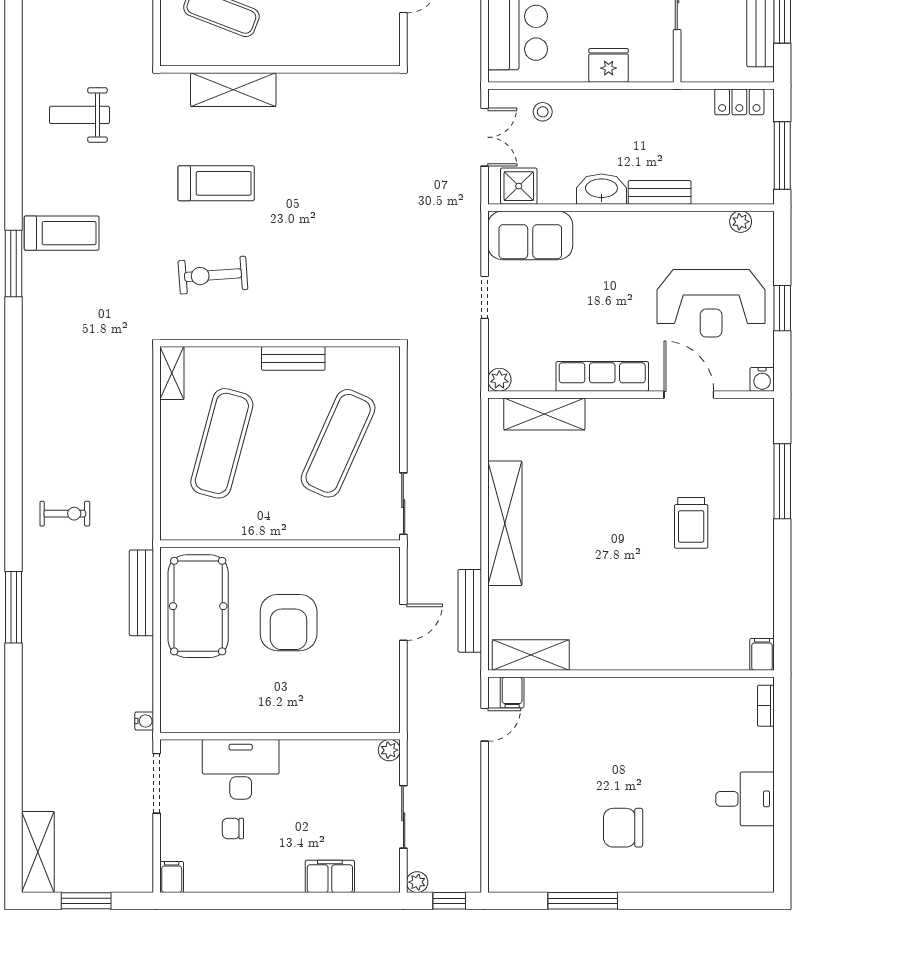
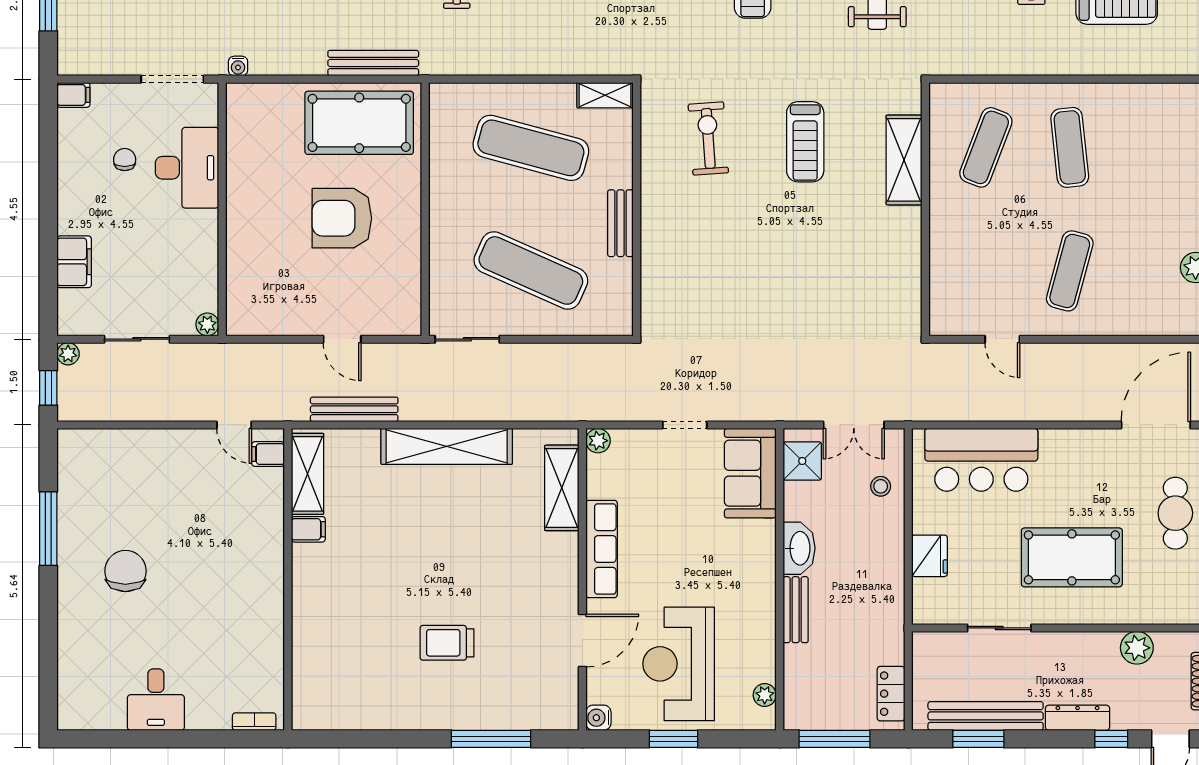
filing cabinet: (762, 654) -> (308, 529), moved

